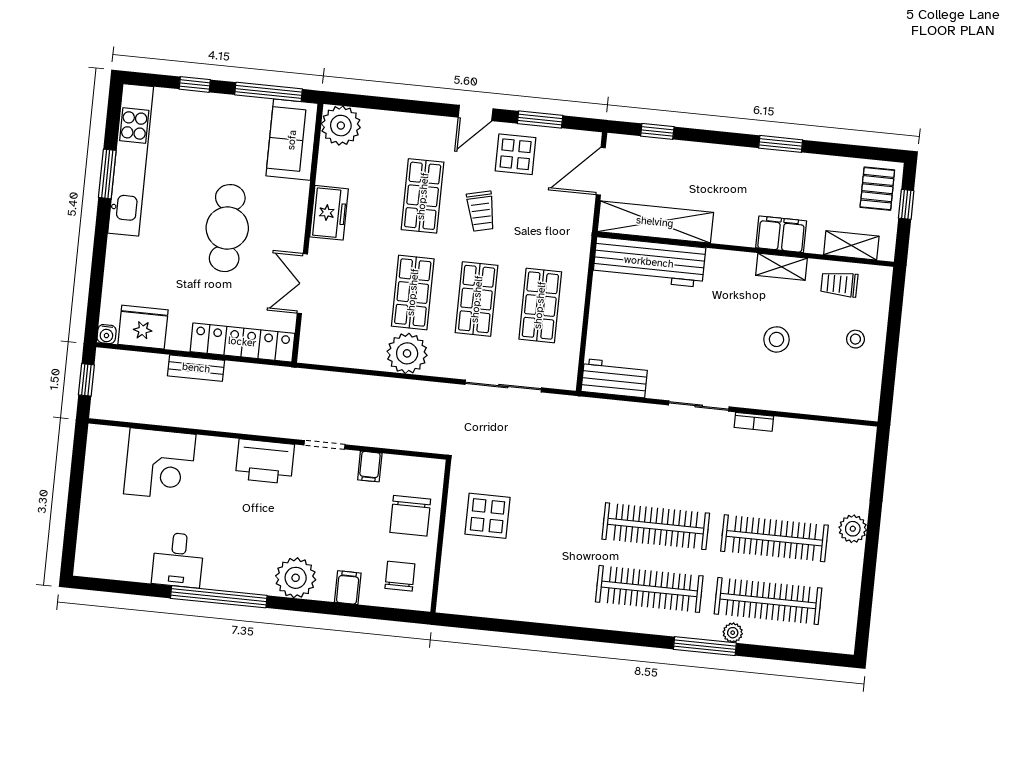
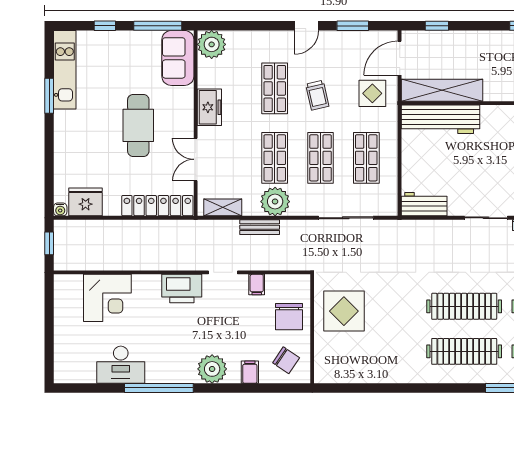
display table: (516, 154) -> (372, 93), moved
kitchen unit: (131, 160) -> (65, 70), width x0.73
shelving: (333, 354) -> (223, 207), added
bench: (196, 368) -> (260, 227), moved
display table: (488, 516) -> (344, 311), width x1.36, depth x1.36
desk: (178, 560) -> (121, 365), width x1.37
chair: (400, 576) -> (286, 360), turned 124

